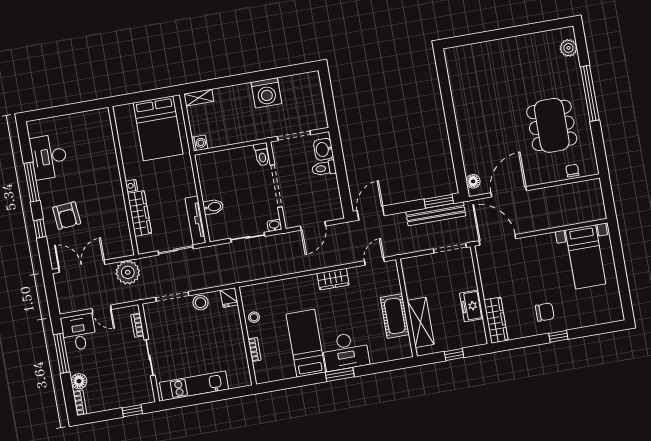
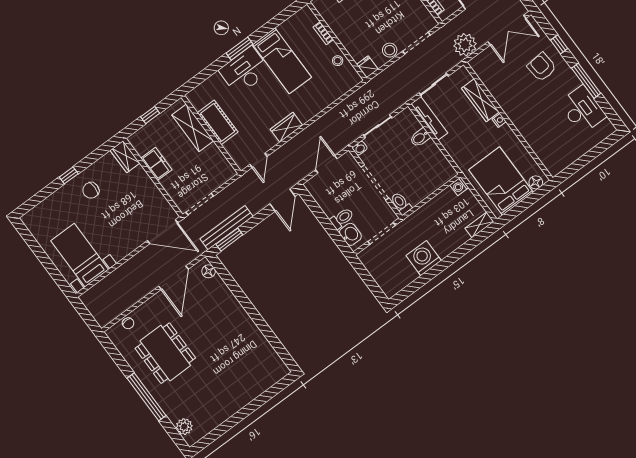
floor lamp: (126, 111) -> (536, 182), added
wardrobe: (496, 320) -> (125, 157), width x0.67

